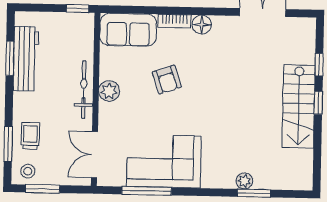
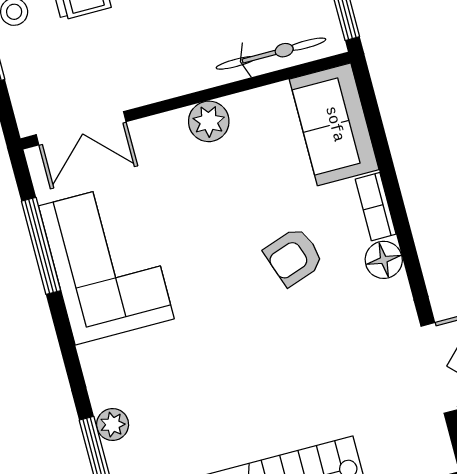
armchair: (167, 79) -> (294, 257), moved
bicycle: (84, 90) -> (271, 54), moved
double door: (94, 155) -> (81, 128), swing flipped

